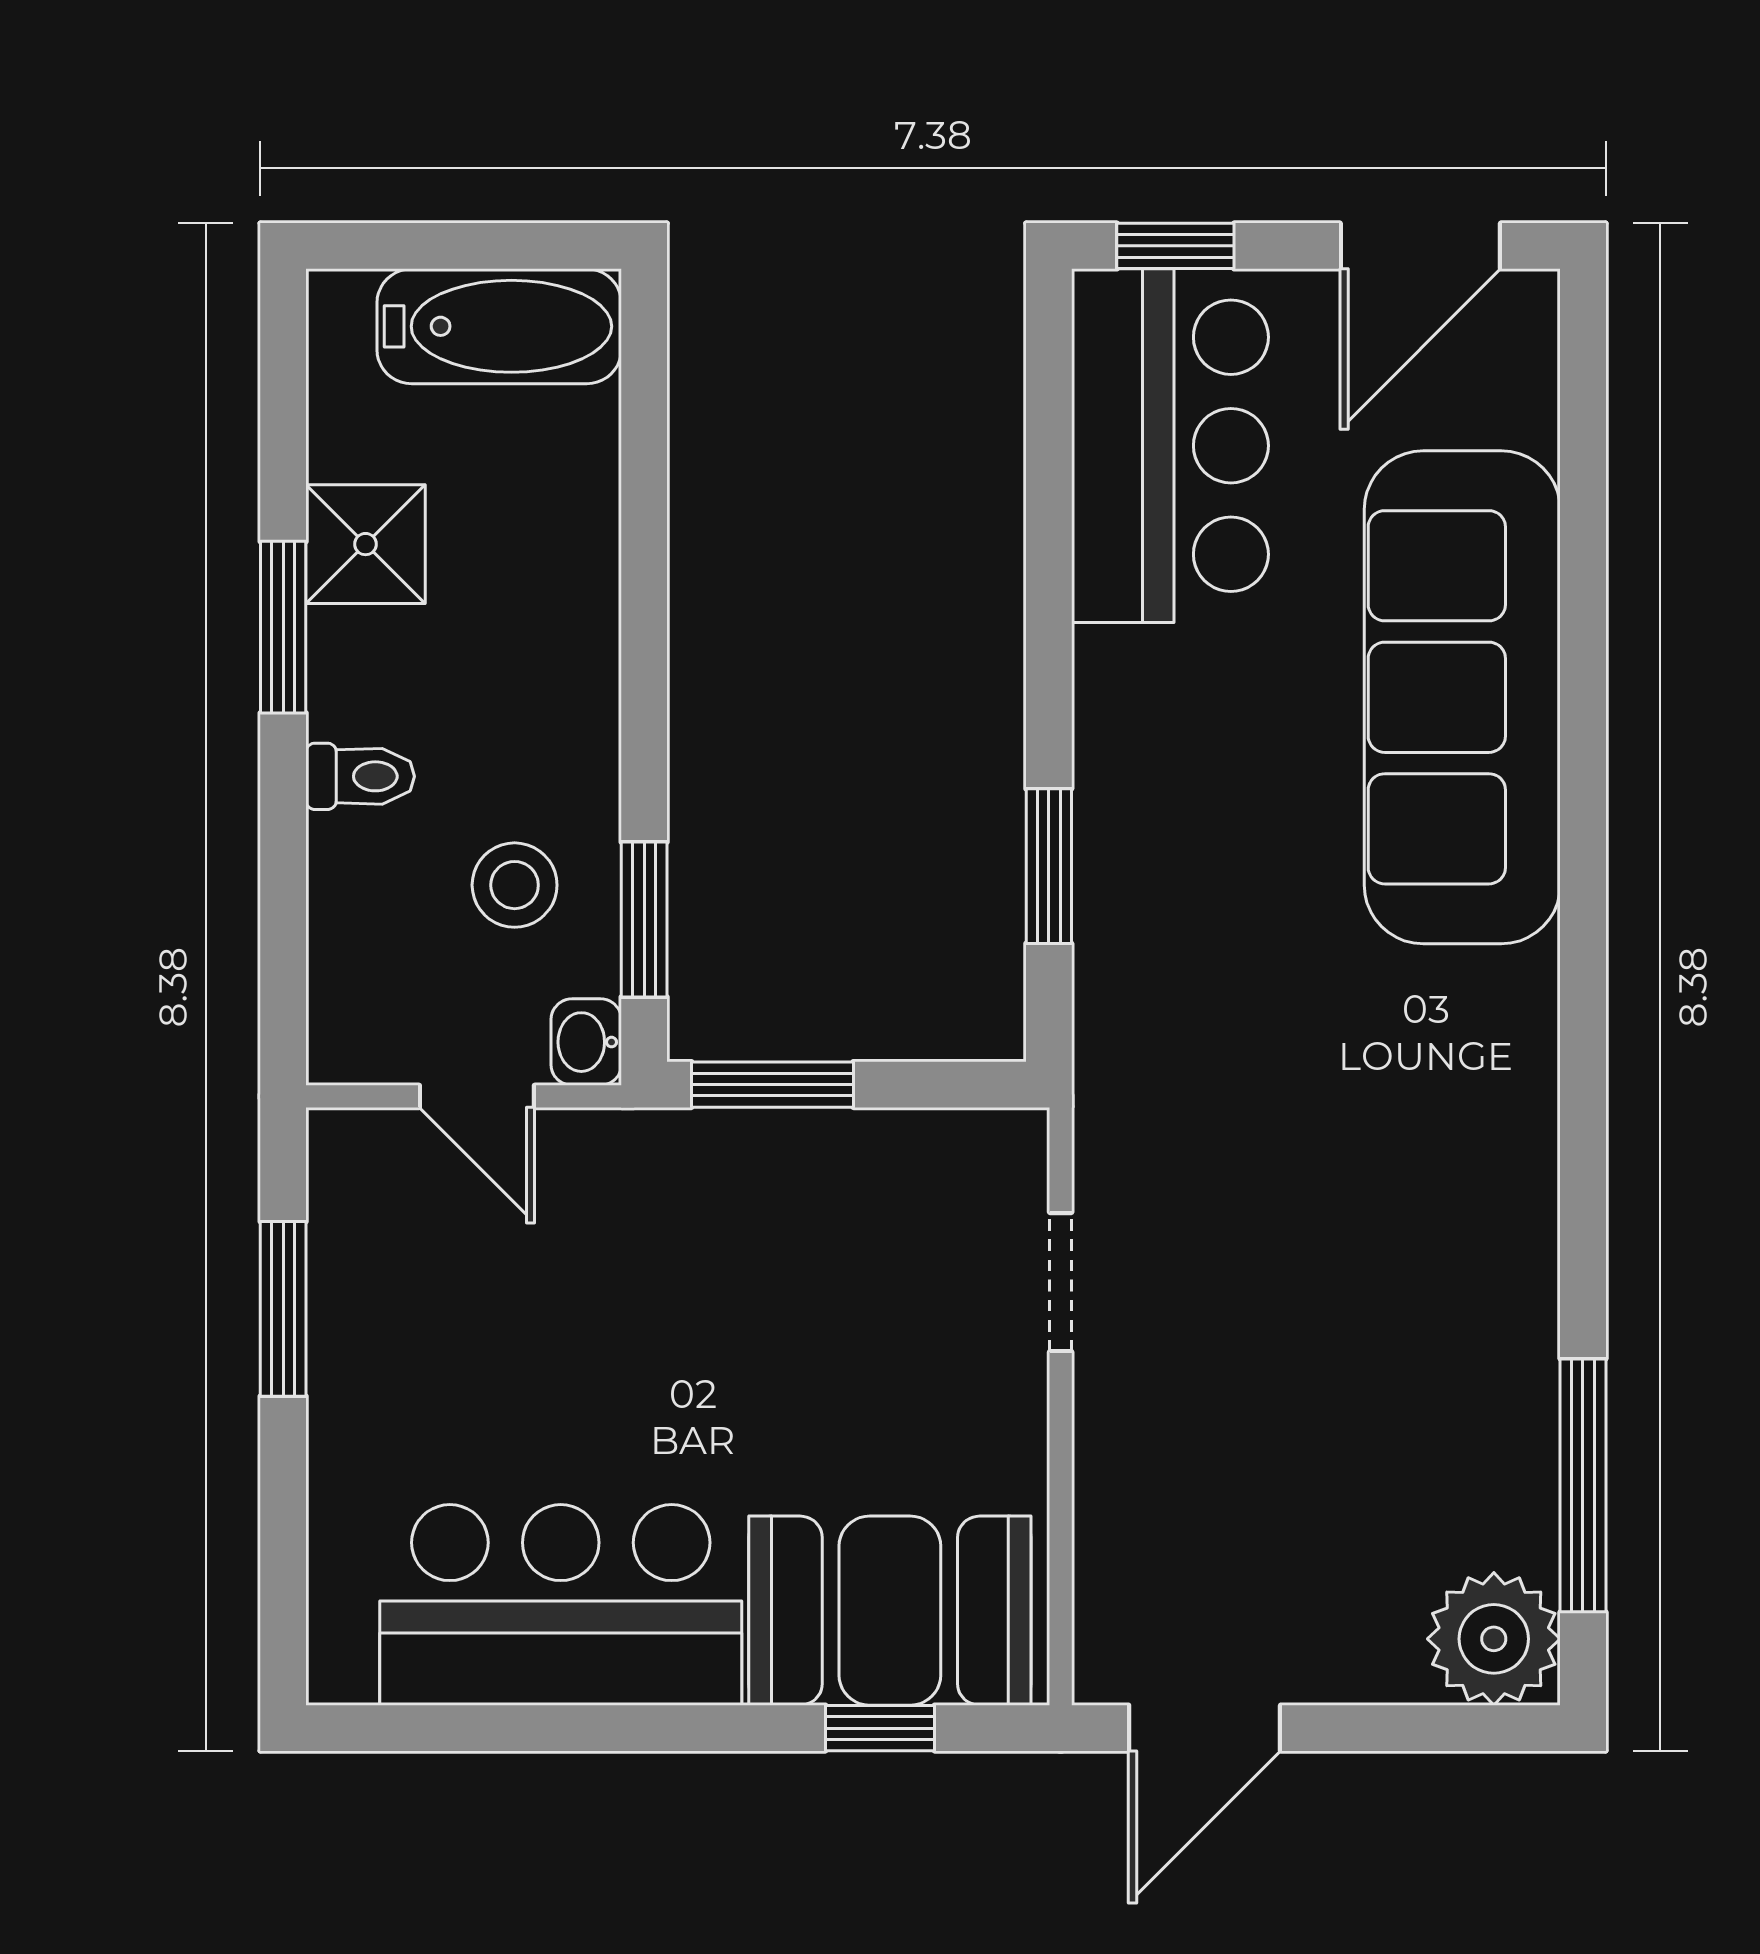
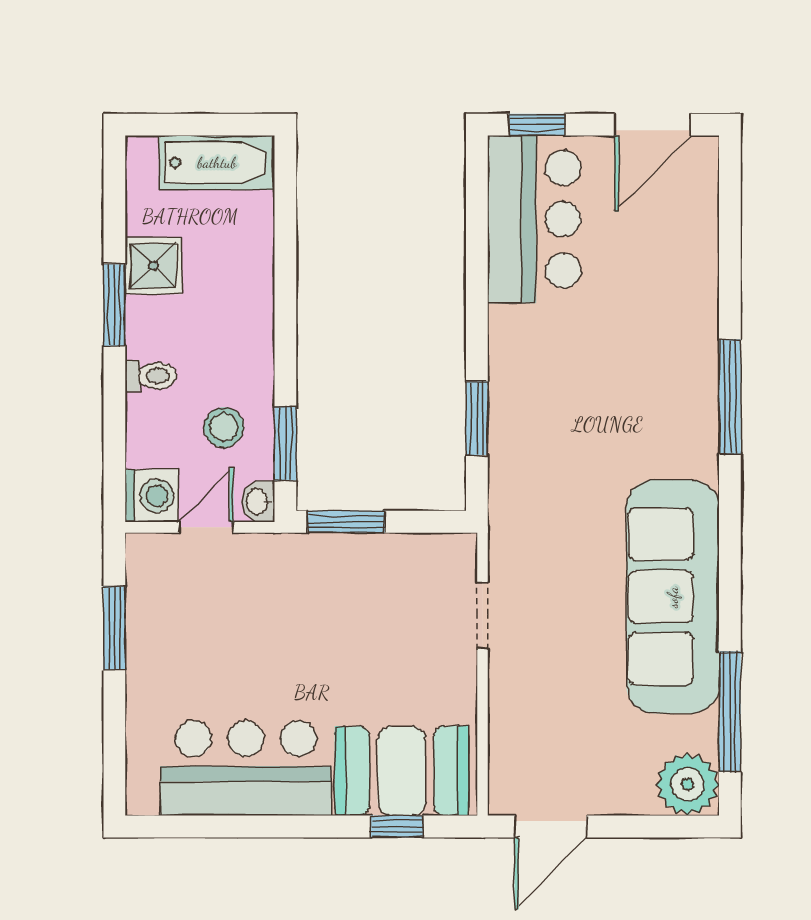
sofa: (1462, 697) -> (673, 597), moved
window: (1583, 821) -> (730, 397), added
washing machine: (362, 1030) -> (152, 496), added
door: (477, 1096) -> (206, 527), swing flipped

